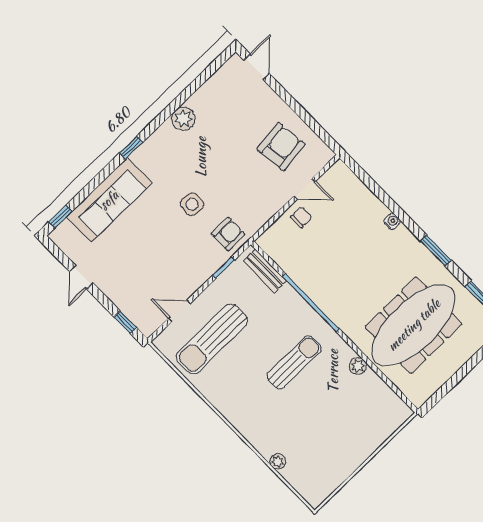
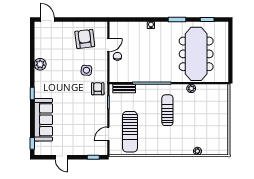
side table: (192, 204) -> (86, 70), moved

